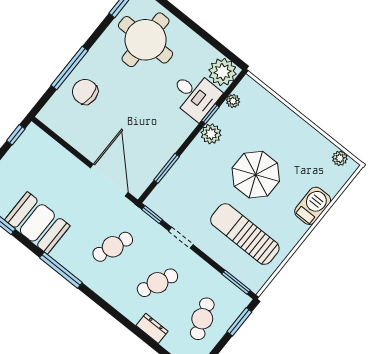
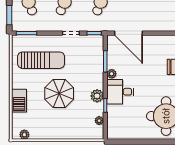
plant: (223, 72) -> (112, 74), moved, width x0.53, depth x0.53
desk: (195, 95) -> (120, 92), moved

